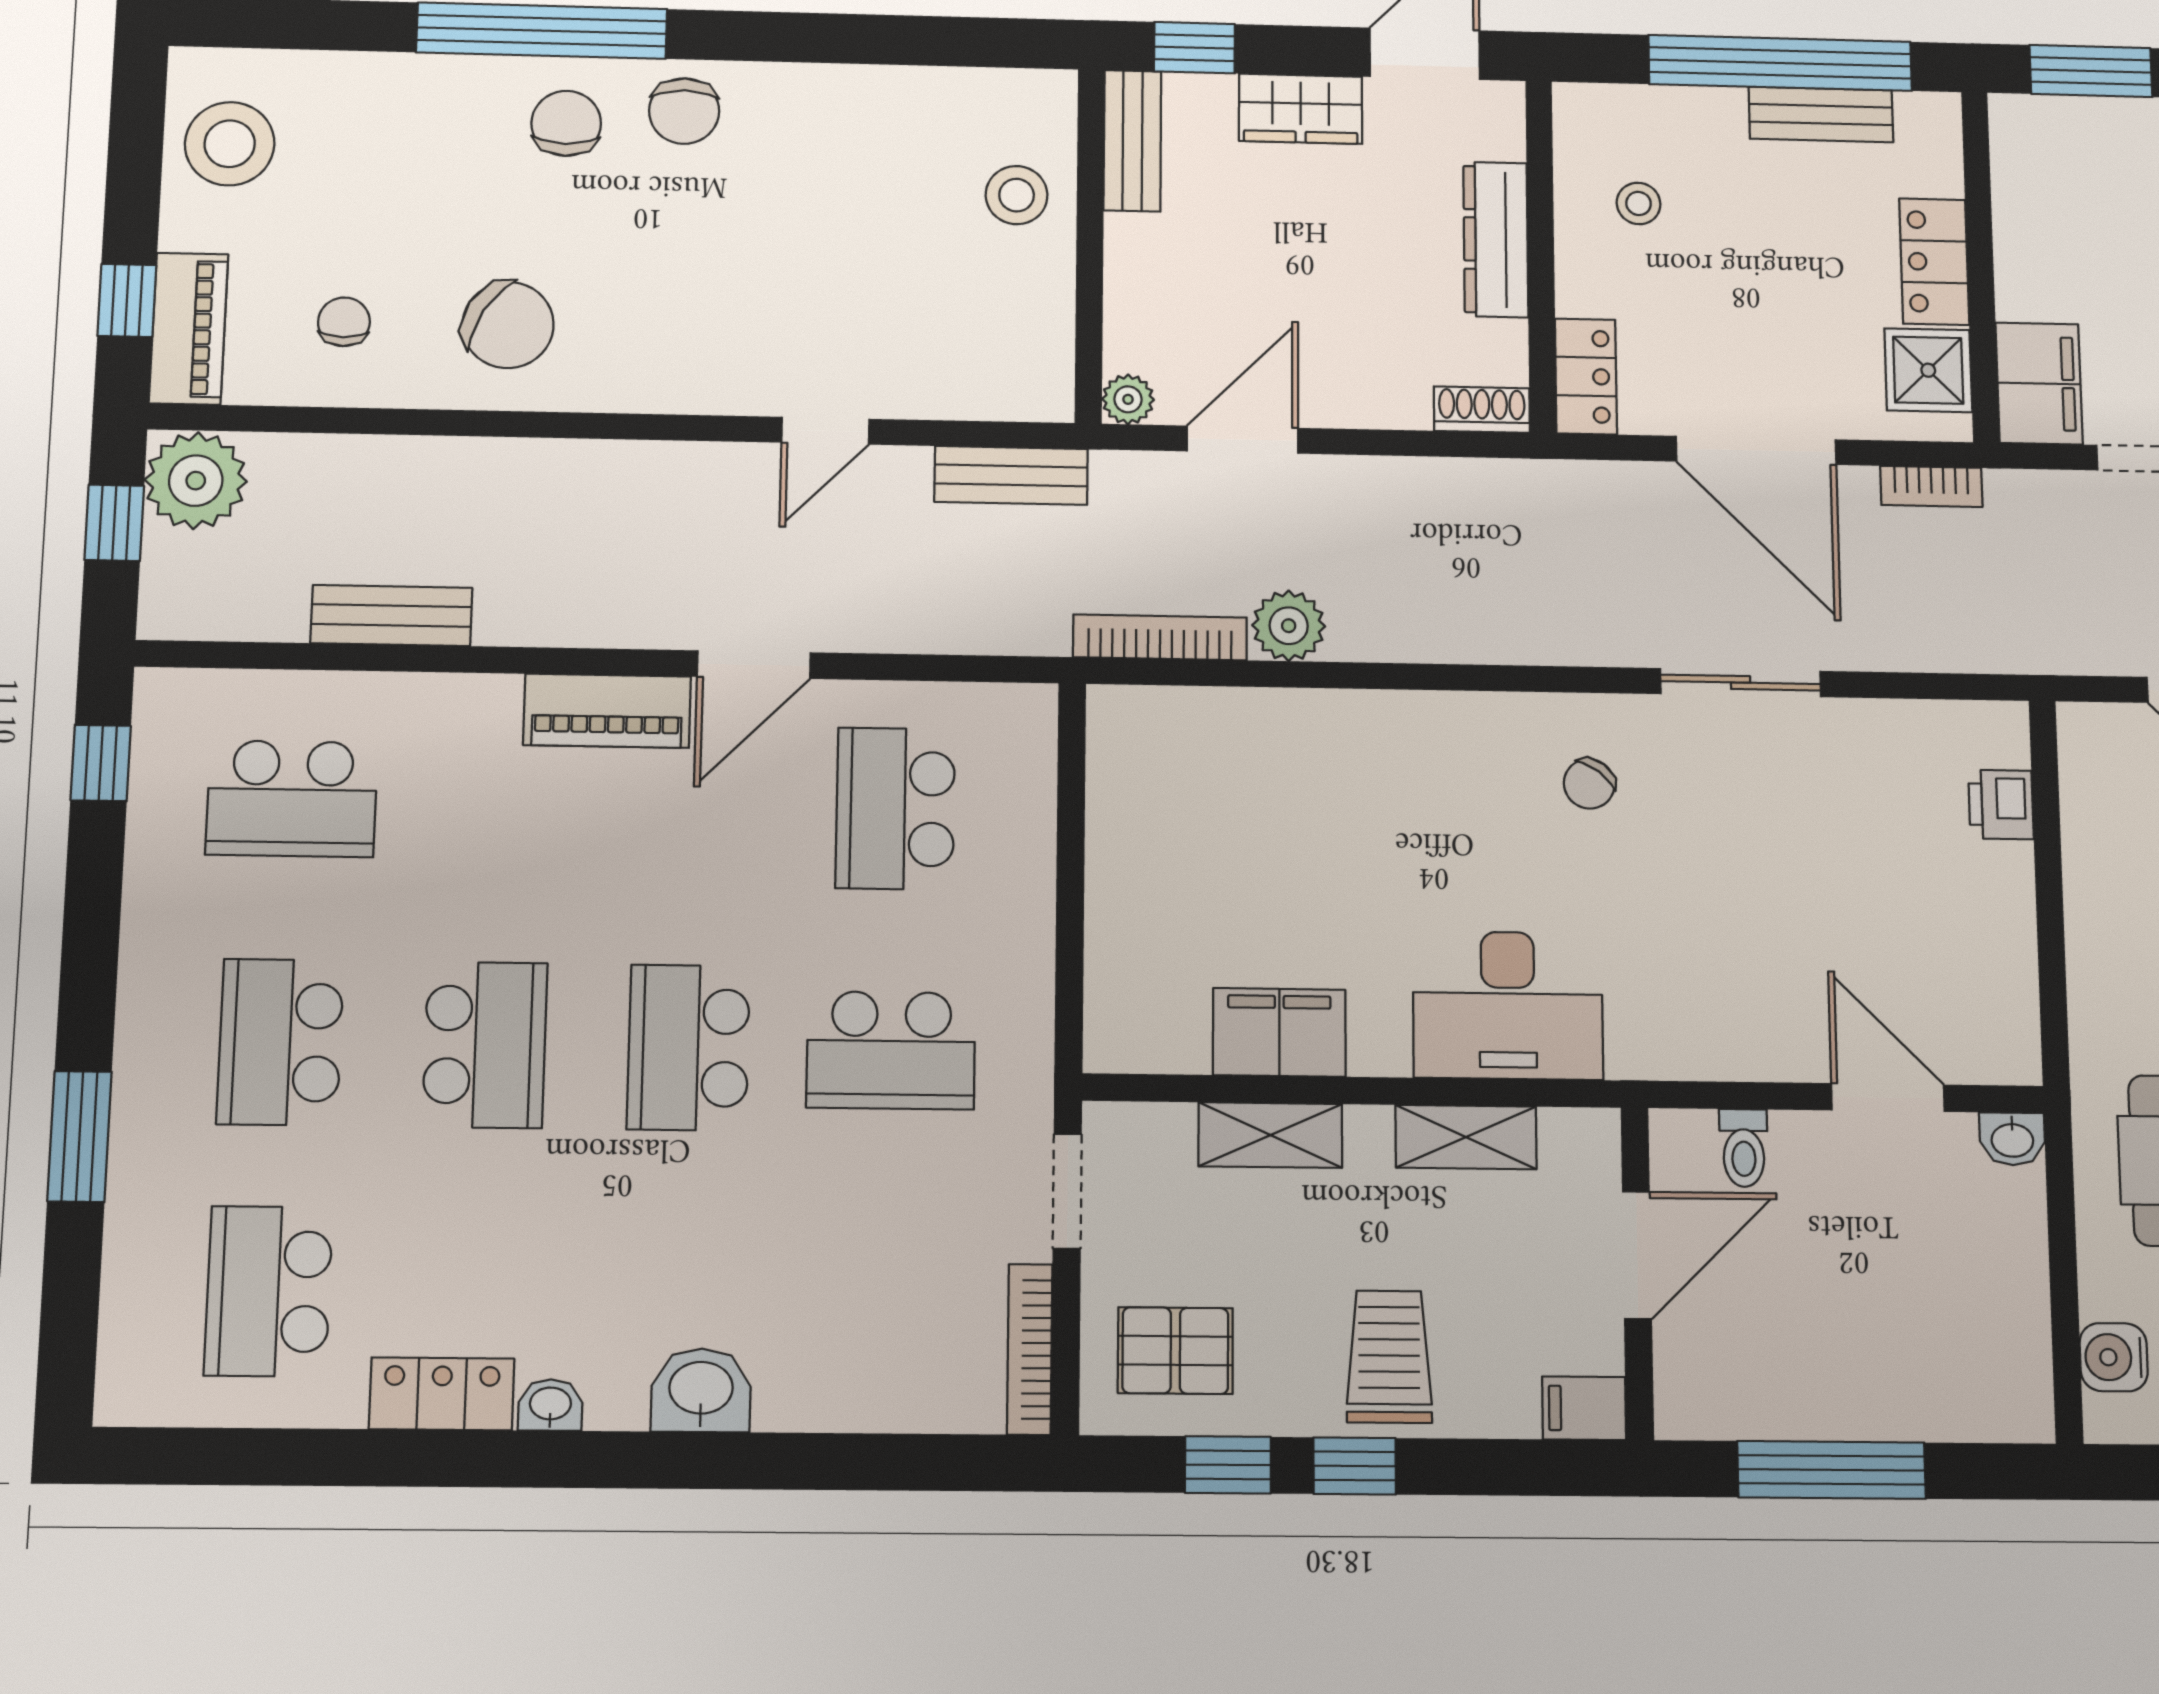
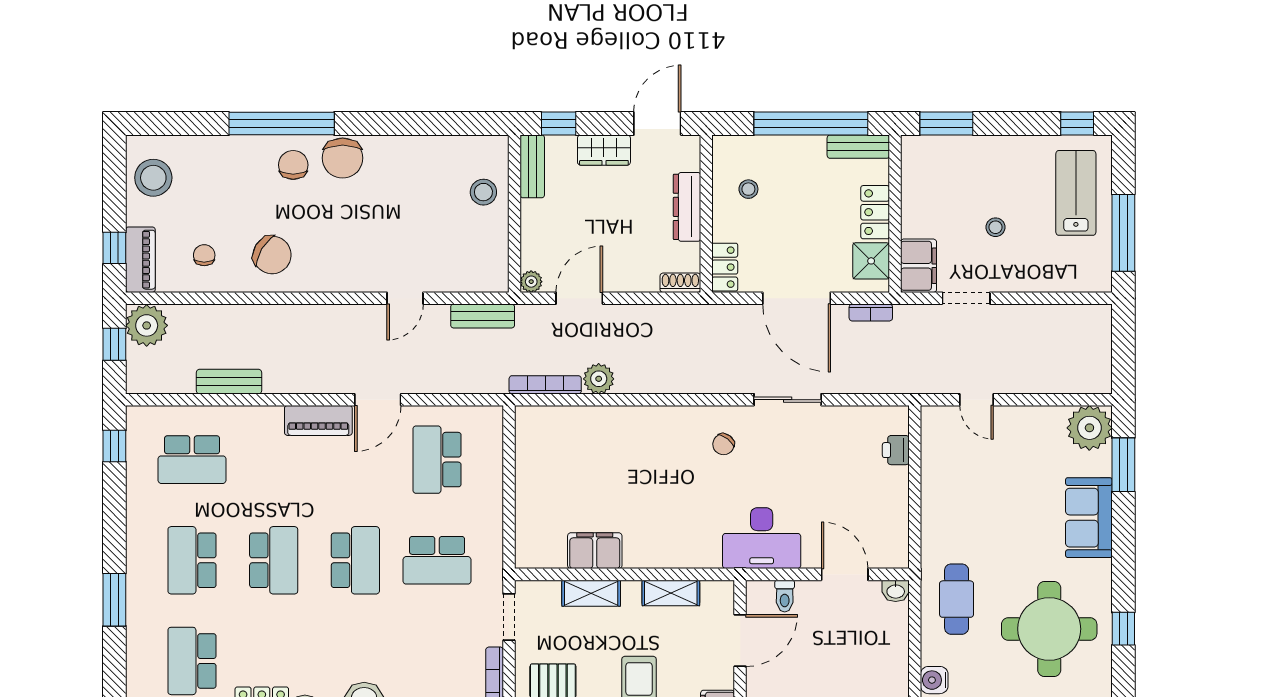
chair: (684, 111) -> (343, 158), width x1.37, depth x1.37
bench: (1821, 115) -> (858, 147), moved
desk: (1508, 1005) -> (762, 538), moved
school desk: (688, 1048) -> (355, 560), turned 180

